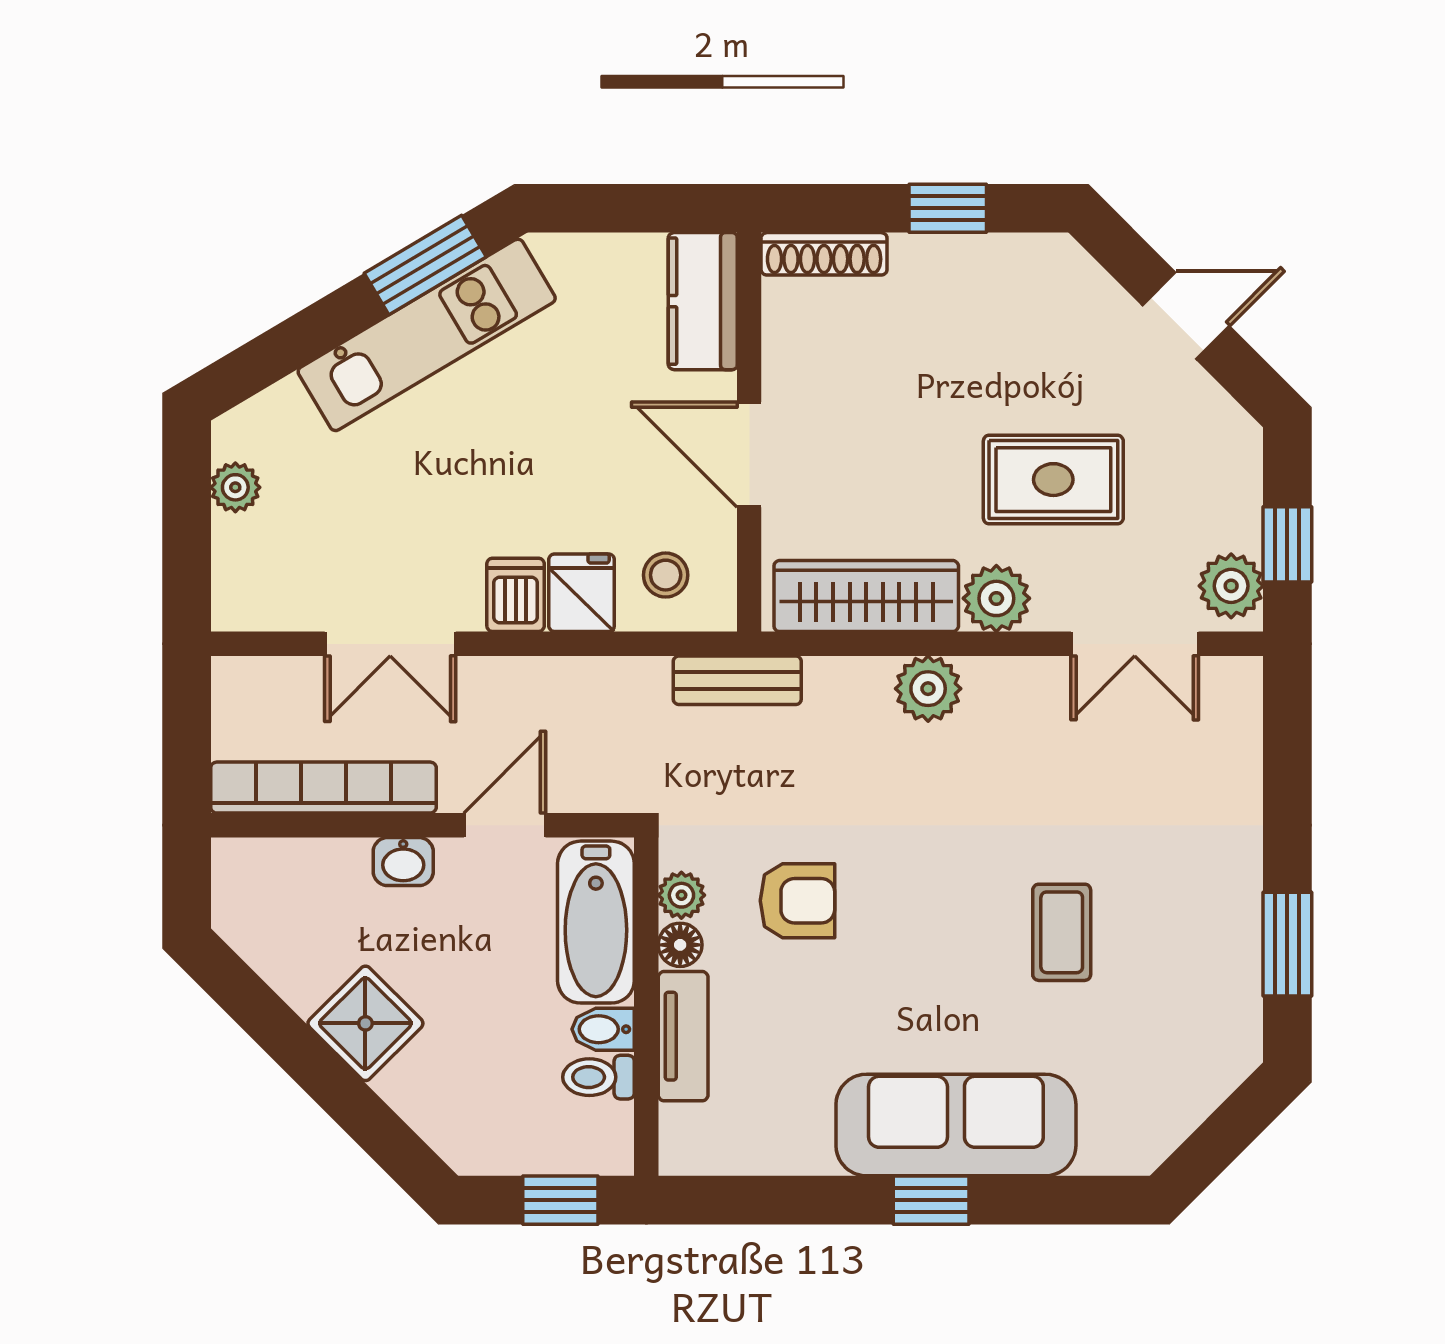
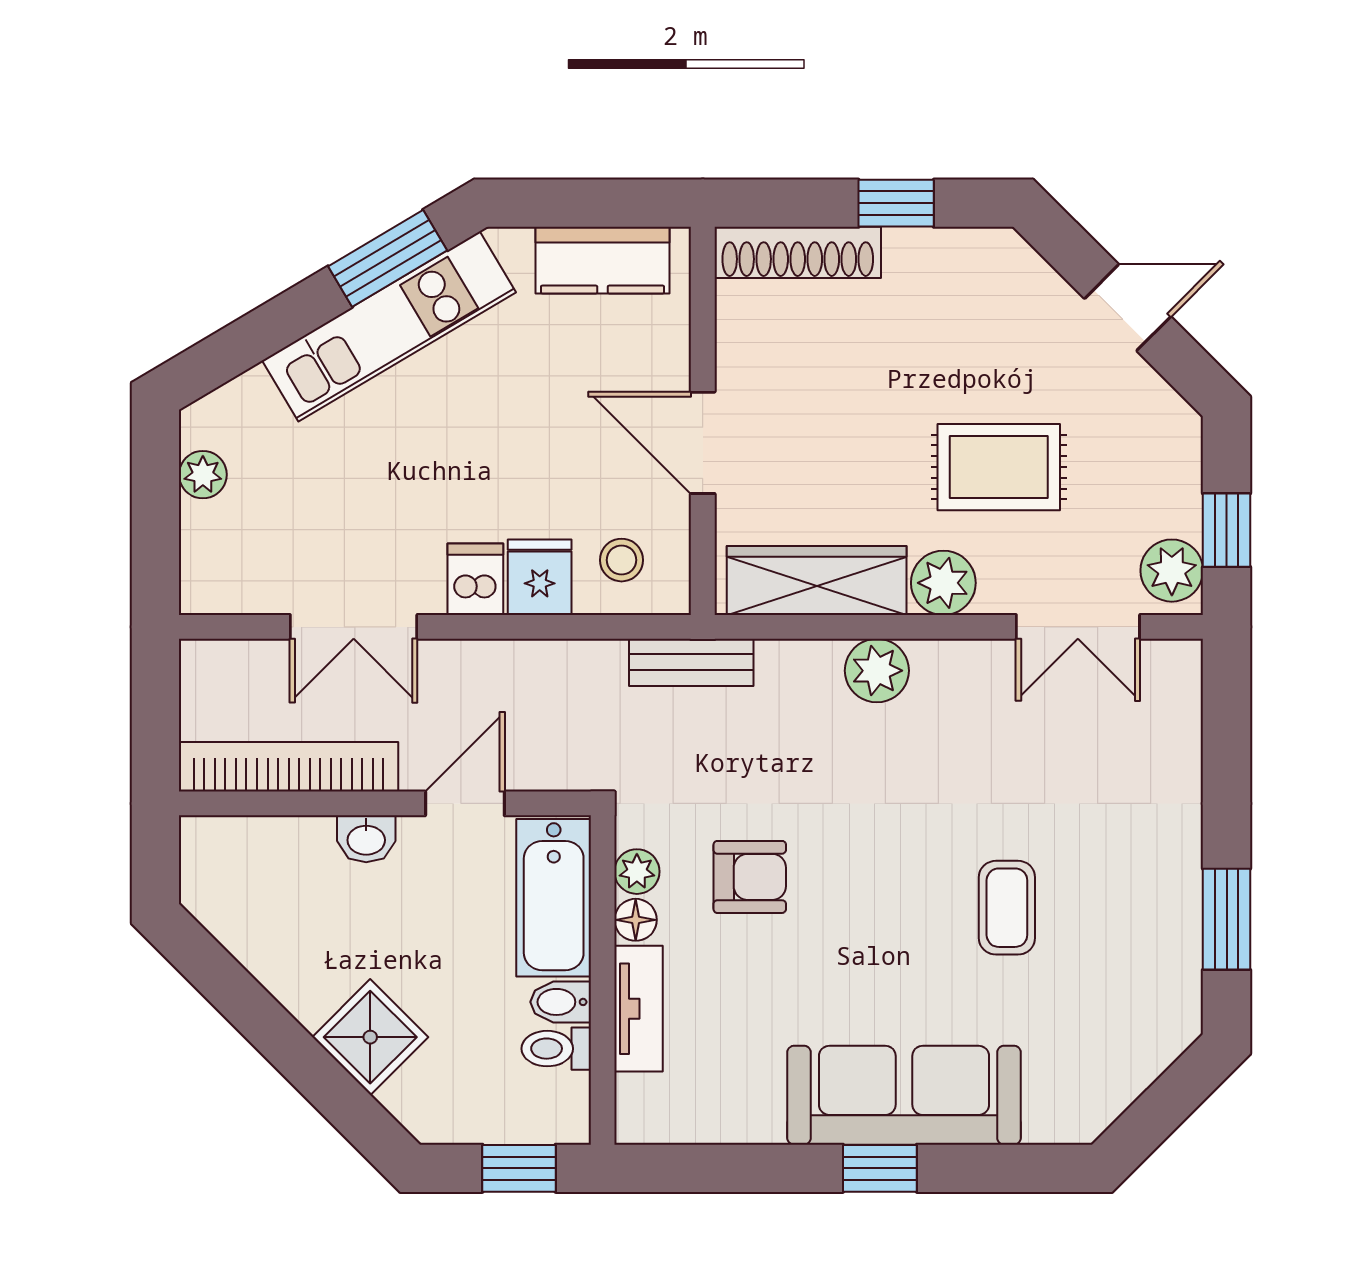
shoe rack: (824, 254) -> (798, 252), width x1.36, depth x1.24
kitchen counter: (703, 301) -> (603, 260), moved, turned -90
shower: (365, 1023) -> (370, 1037), moved

